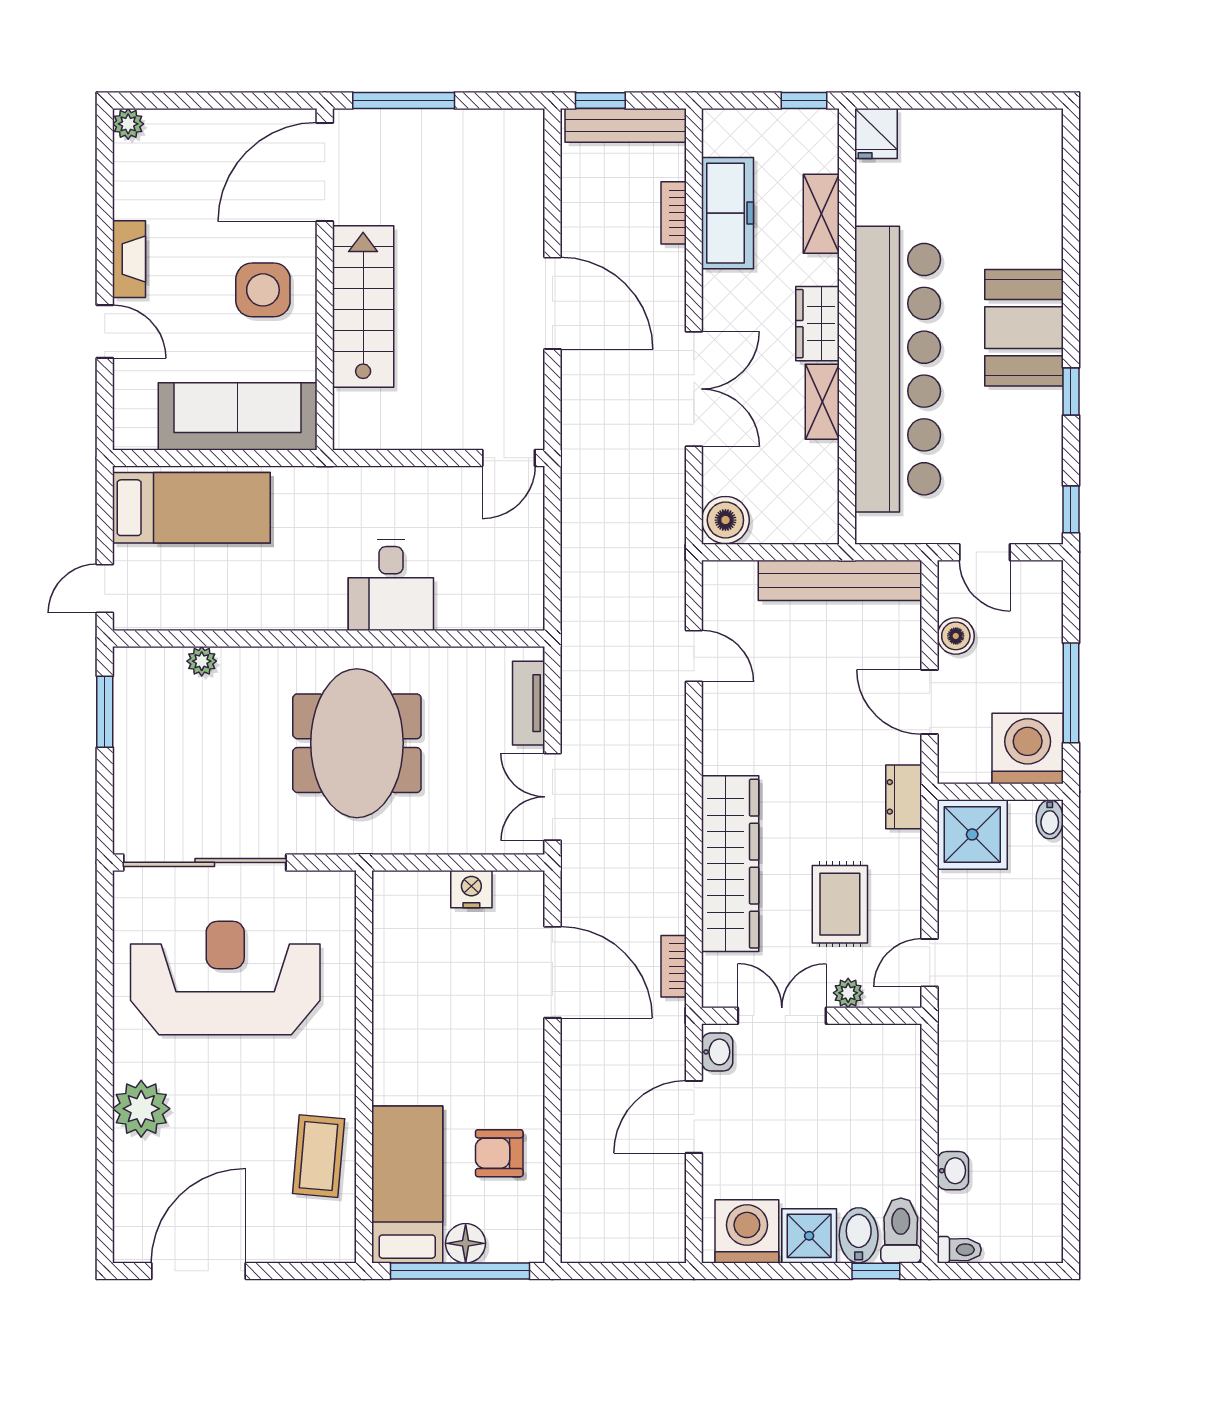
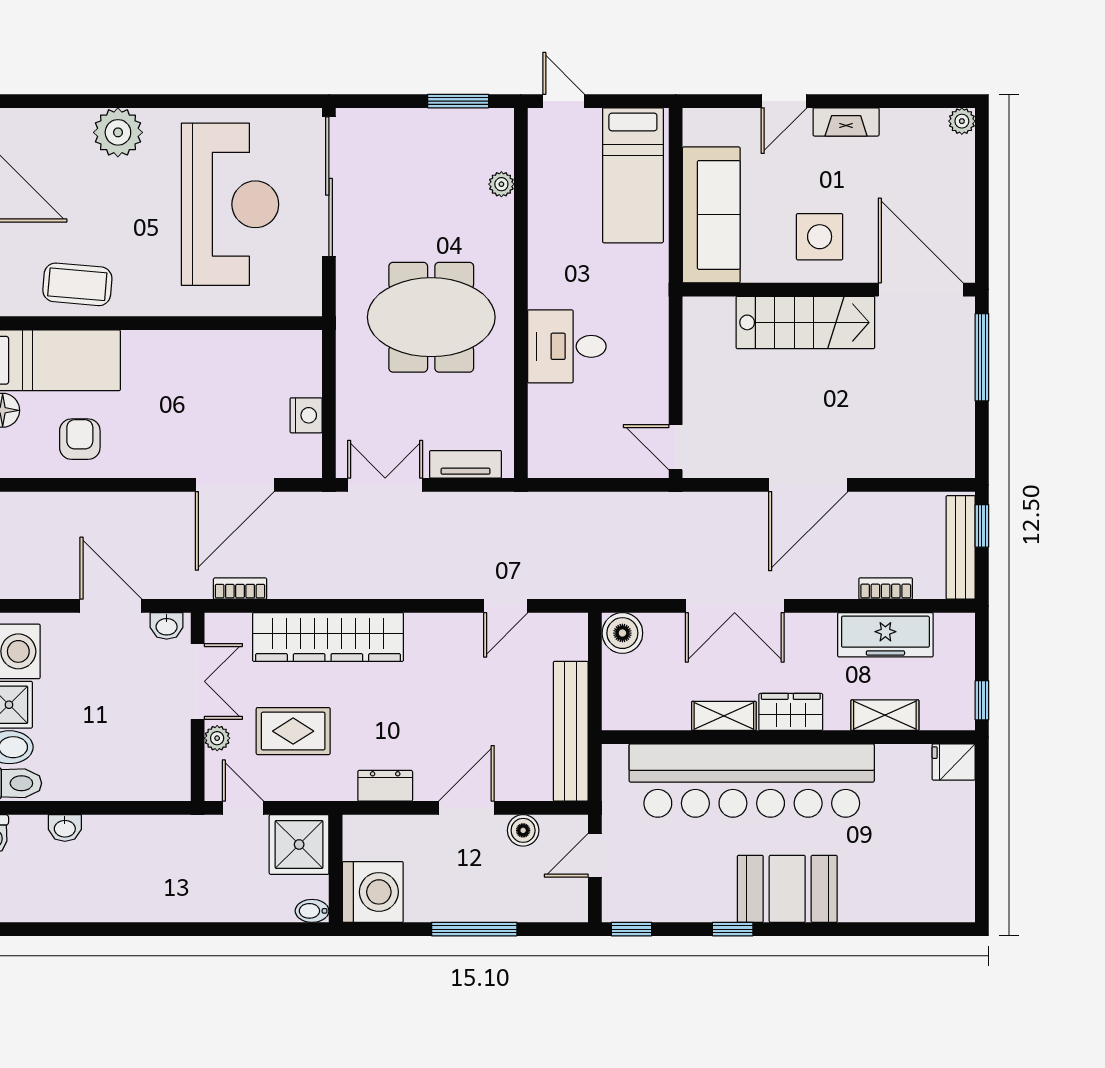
washing machine: (1028, 748) -> (373, 892), moved
wall: (1000, 792) -> (336, 868), moved
bidet: (1050, 819) -> (312, 911), moved
shower: (972, 834) -> (299, 844), moved

